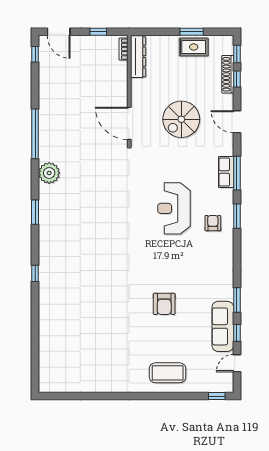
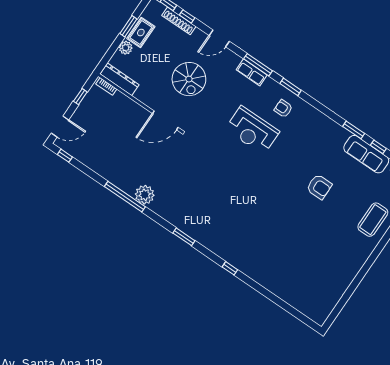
plant: (171, 43) -> (126, 48), added
plant: (49, 173) -> (145, 195), moved

